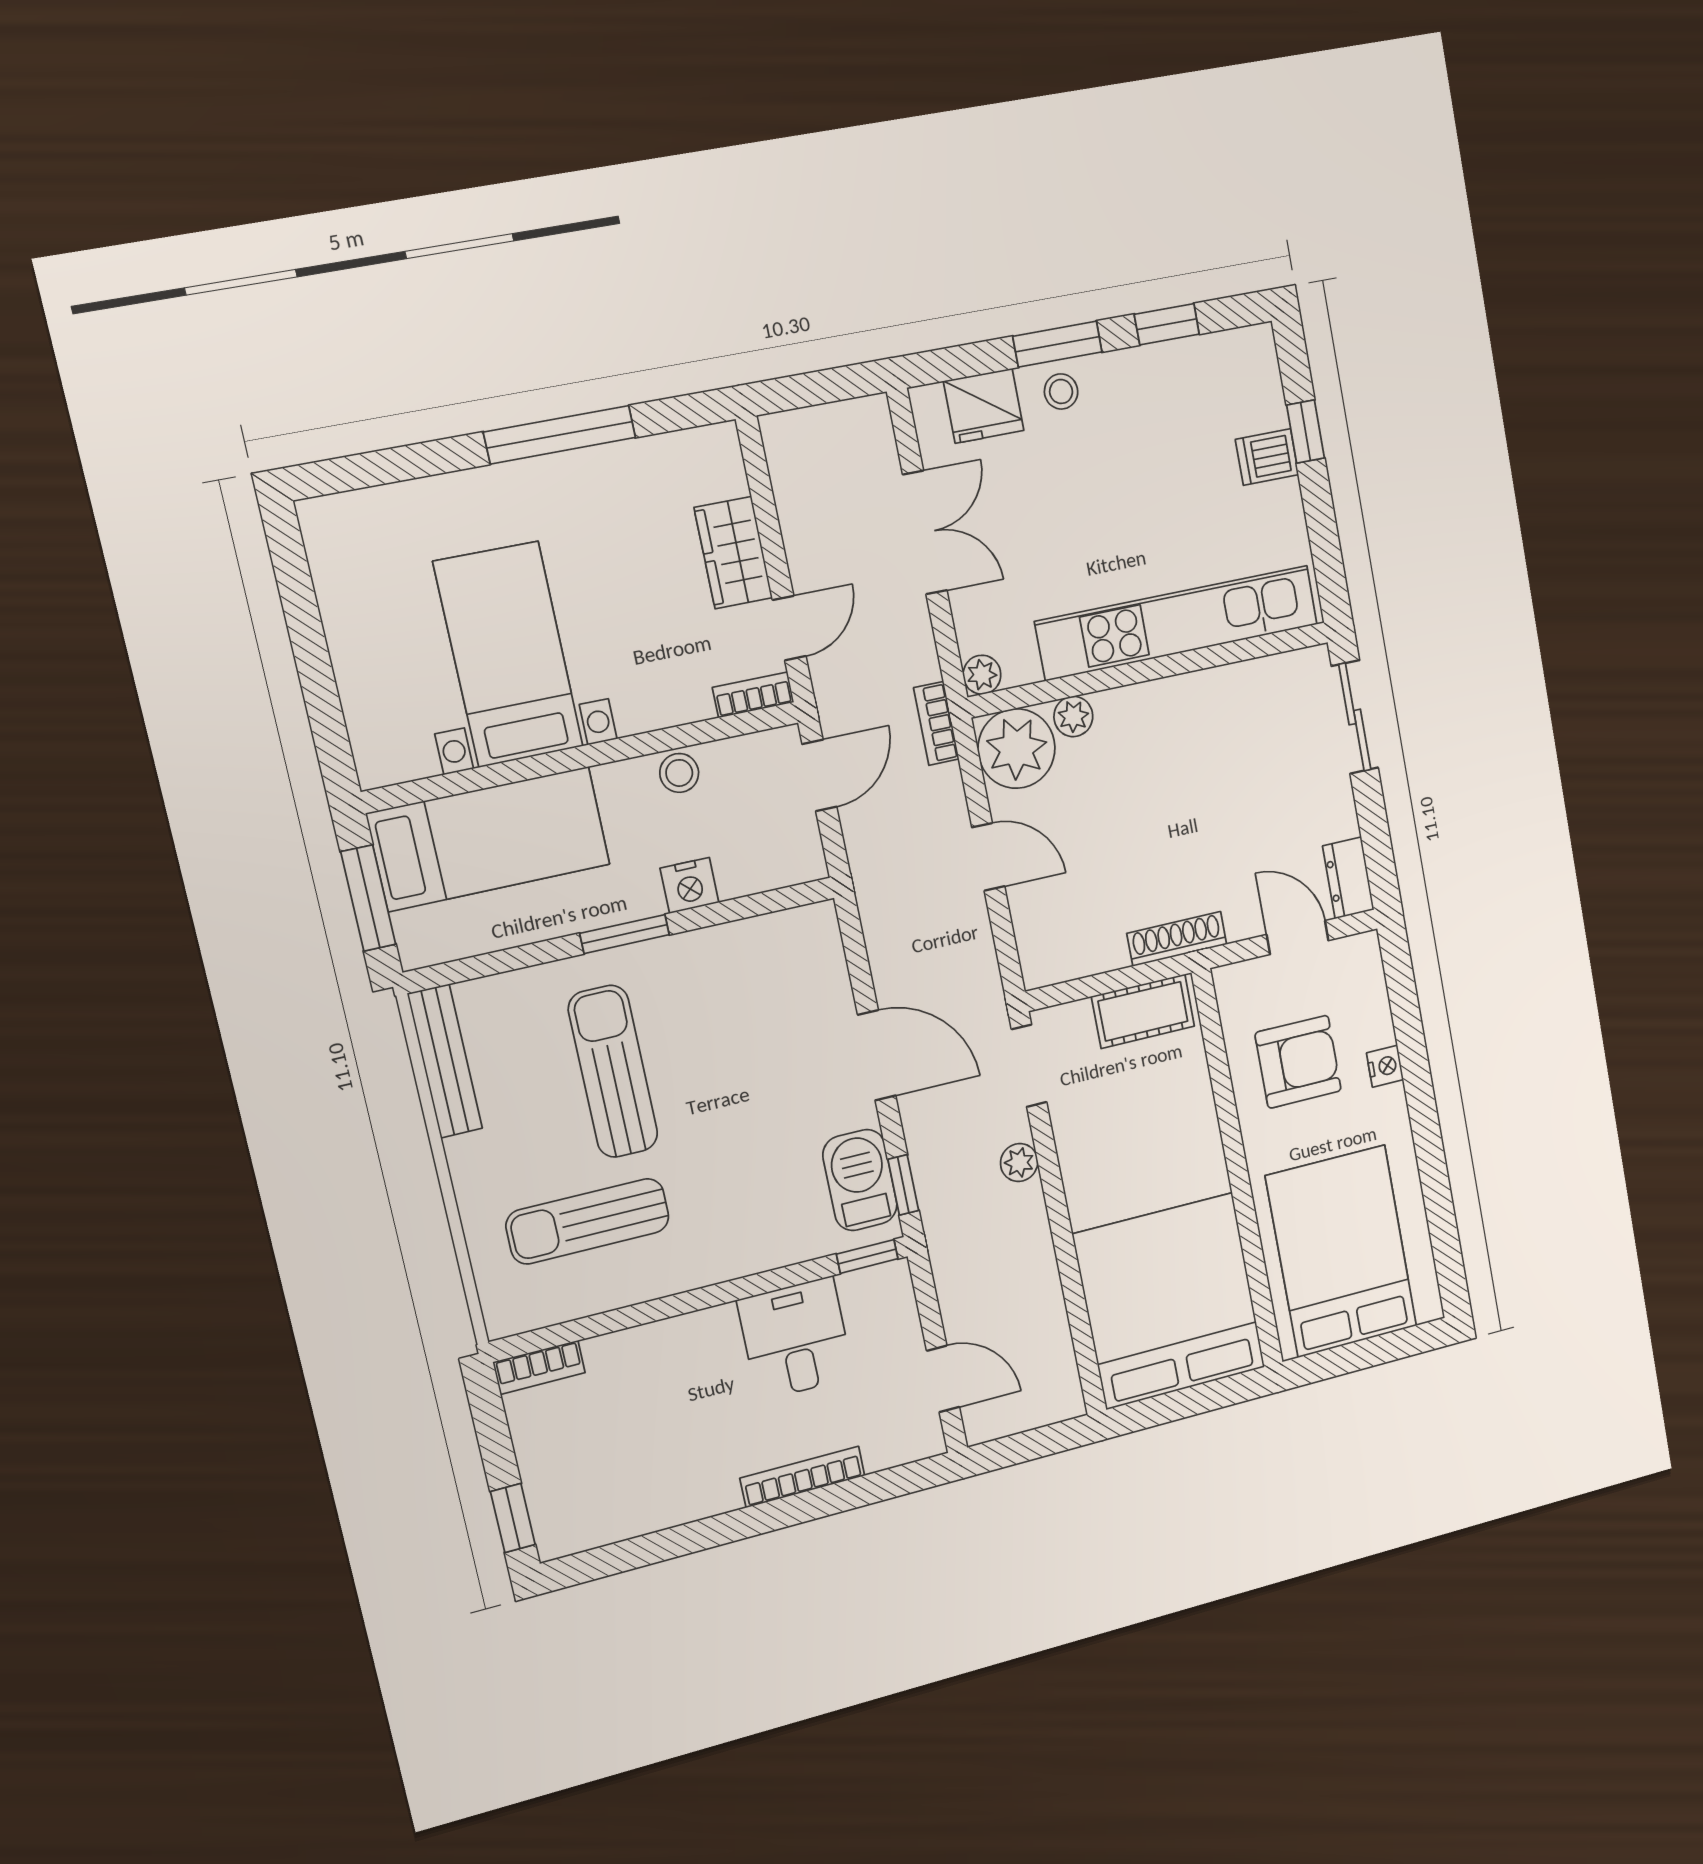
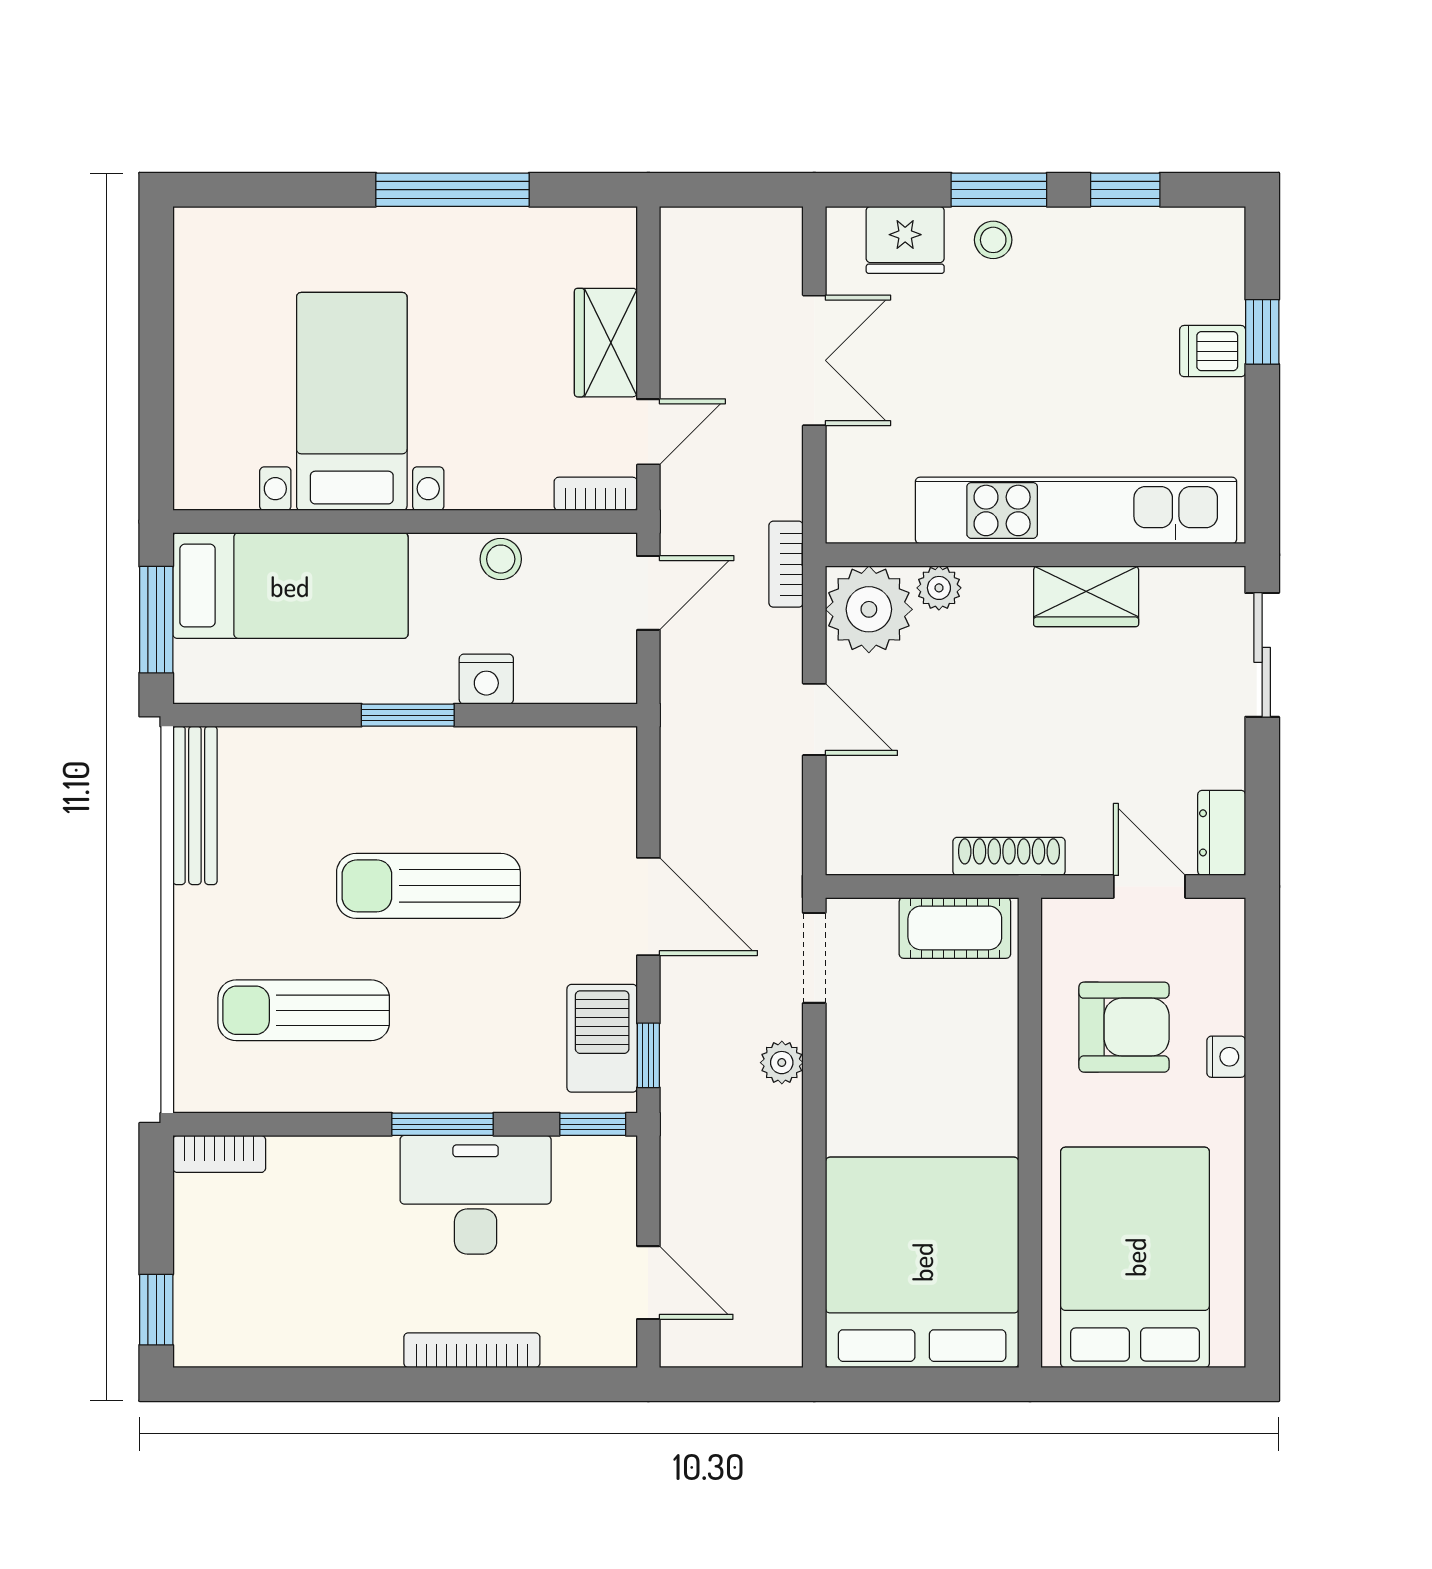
plant: (982, 675) -> (846, 523), removed
wardrobe: (1200, 697) -> (1086, 596), added
sun lounger: (613, 1071) -> (428, 886), moved, turned -90
window: (735, 1290) -> (443, 1124), added
desk: (795, 1339) -> (476, 1195), width x1.37

